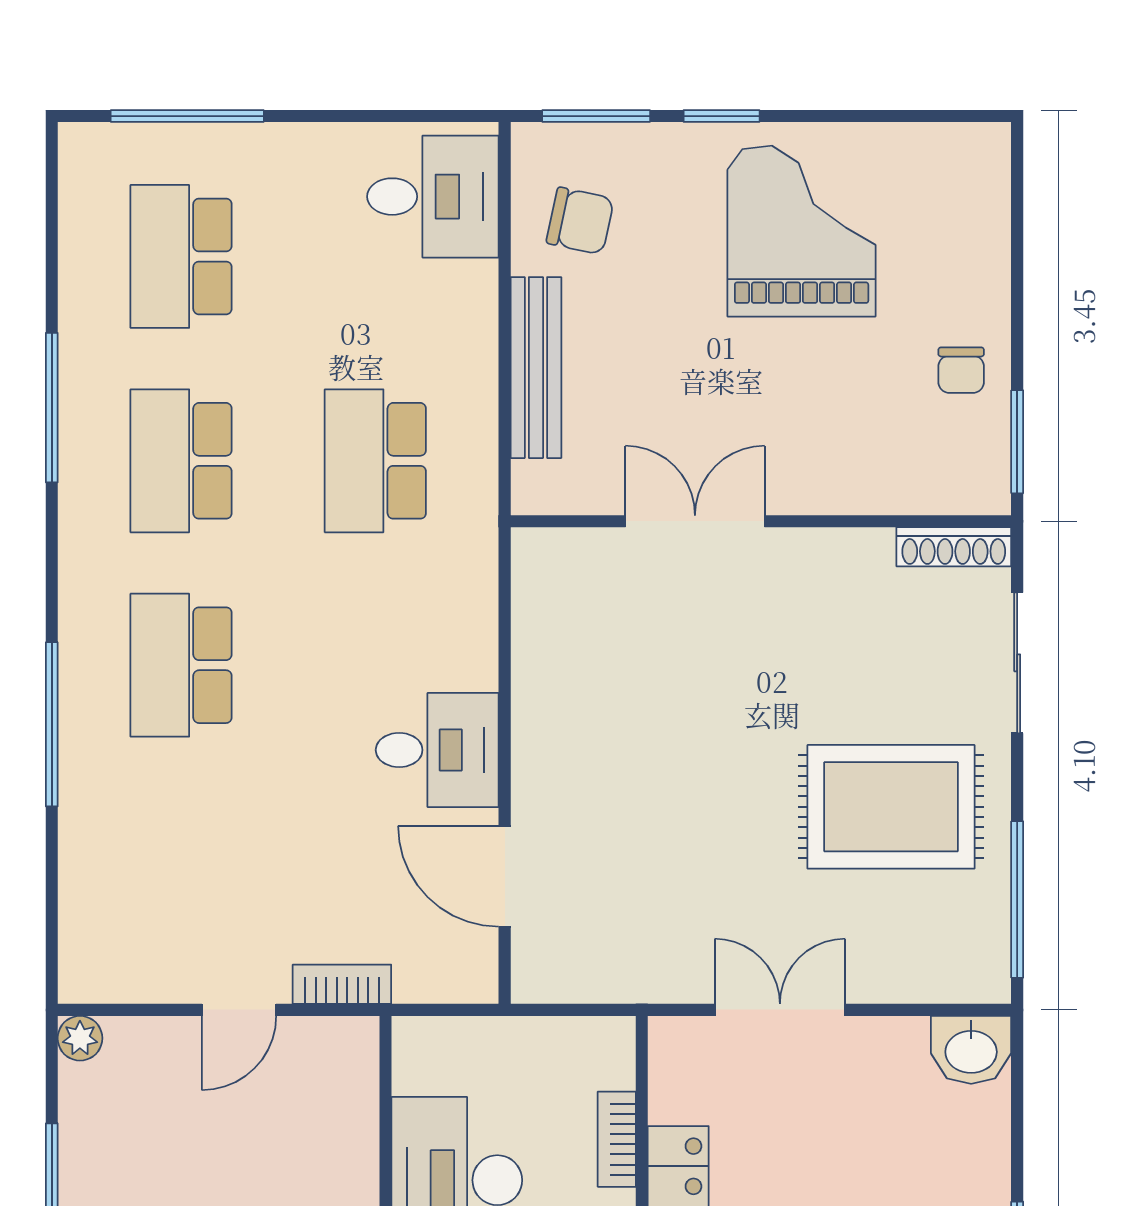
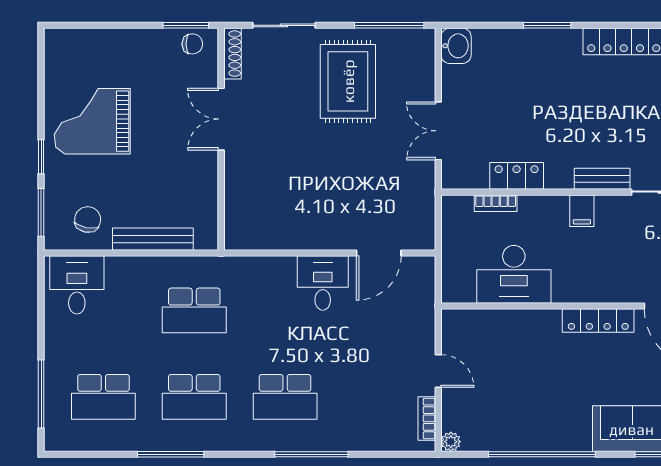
chair: (961, 370) -> (192, 44), moved
double door: (695, 521) -> (221, 119), moved
bookcase: (342, 984) -> (427, 418), moved

